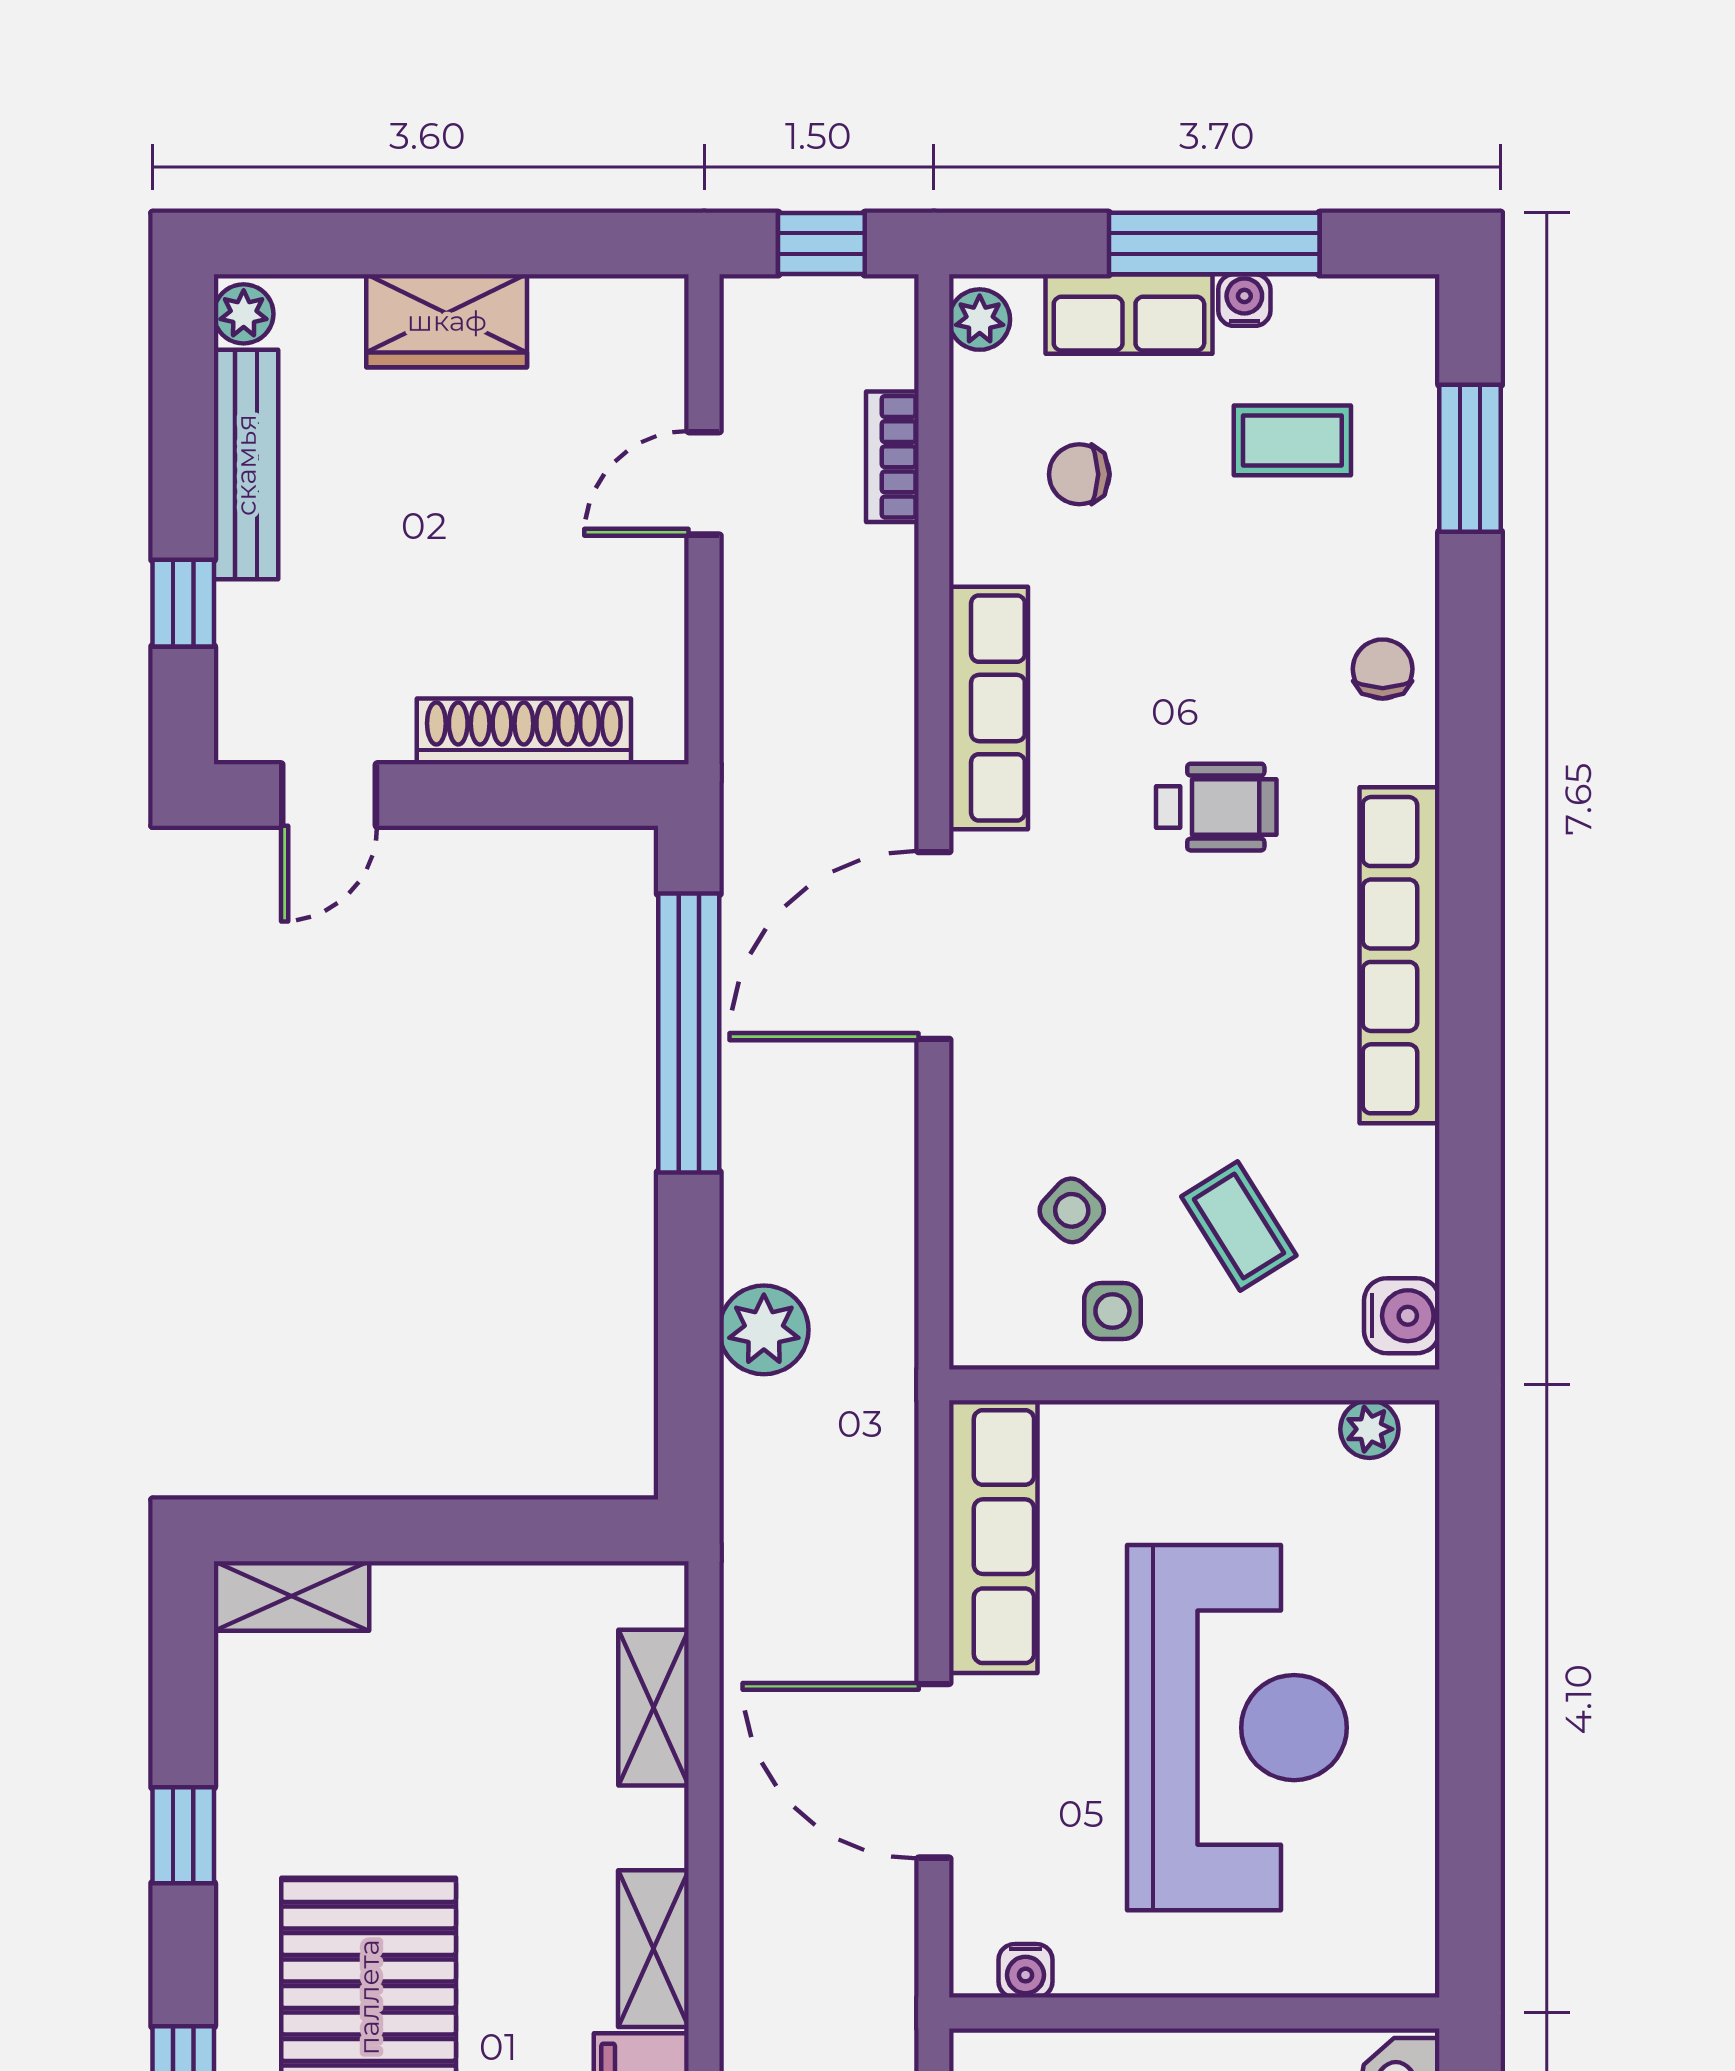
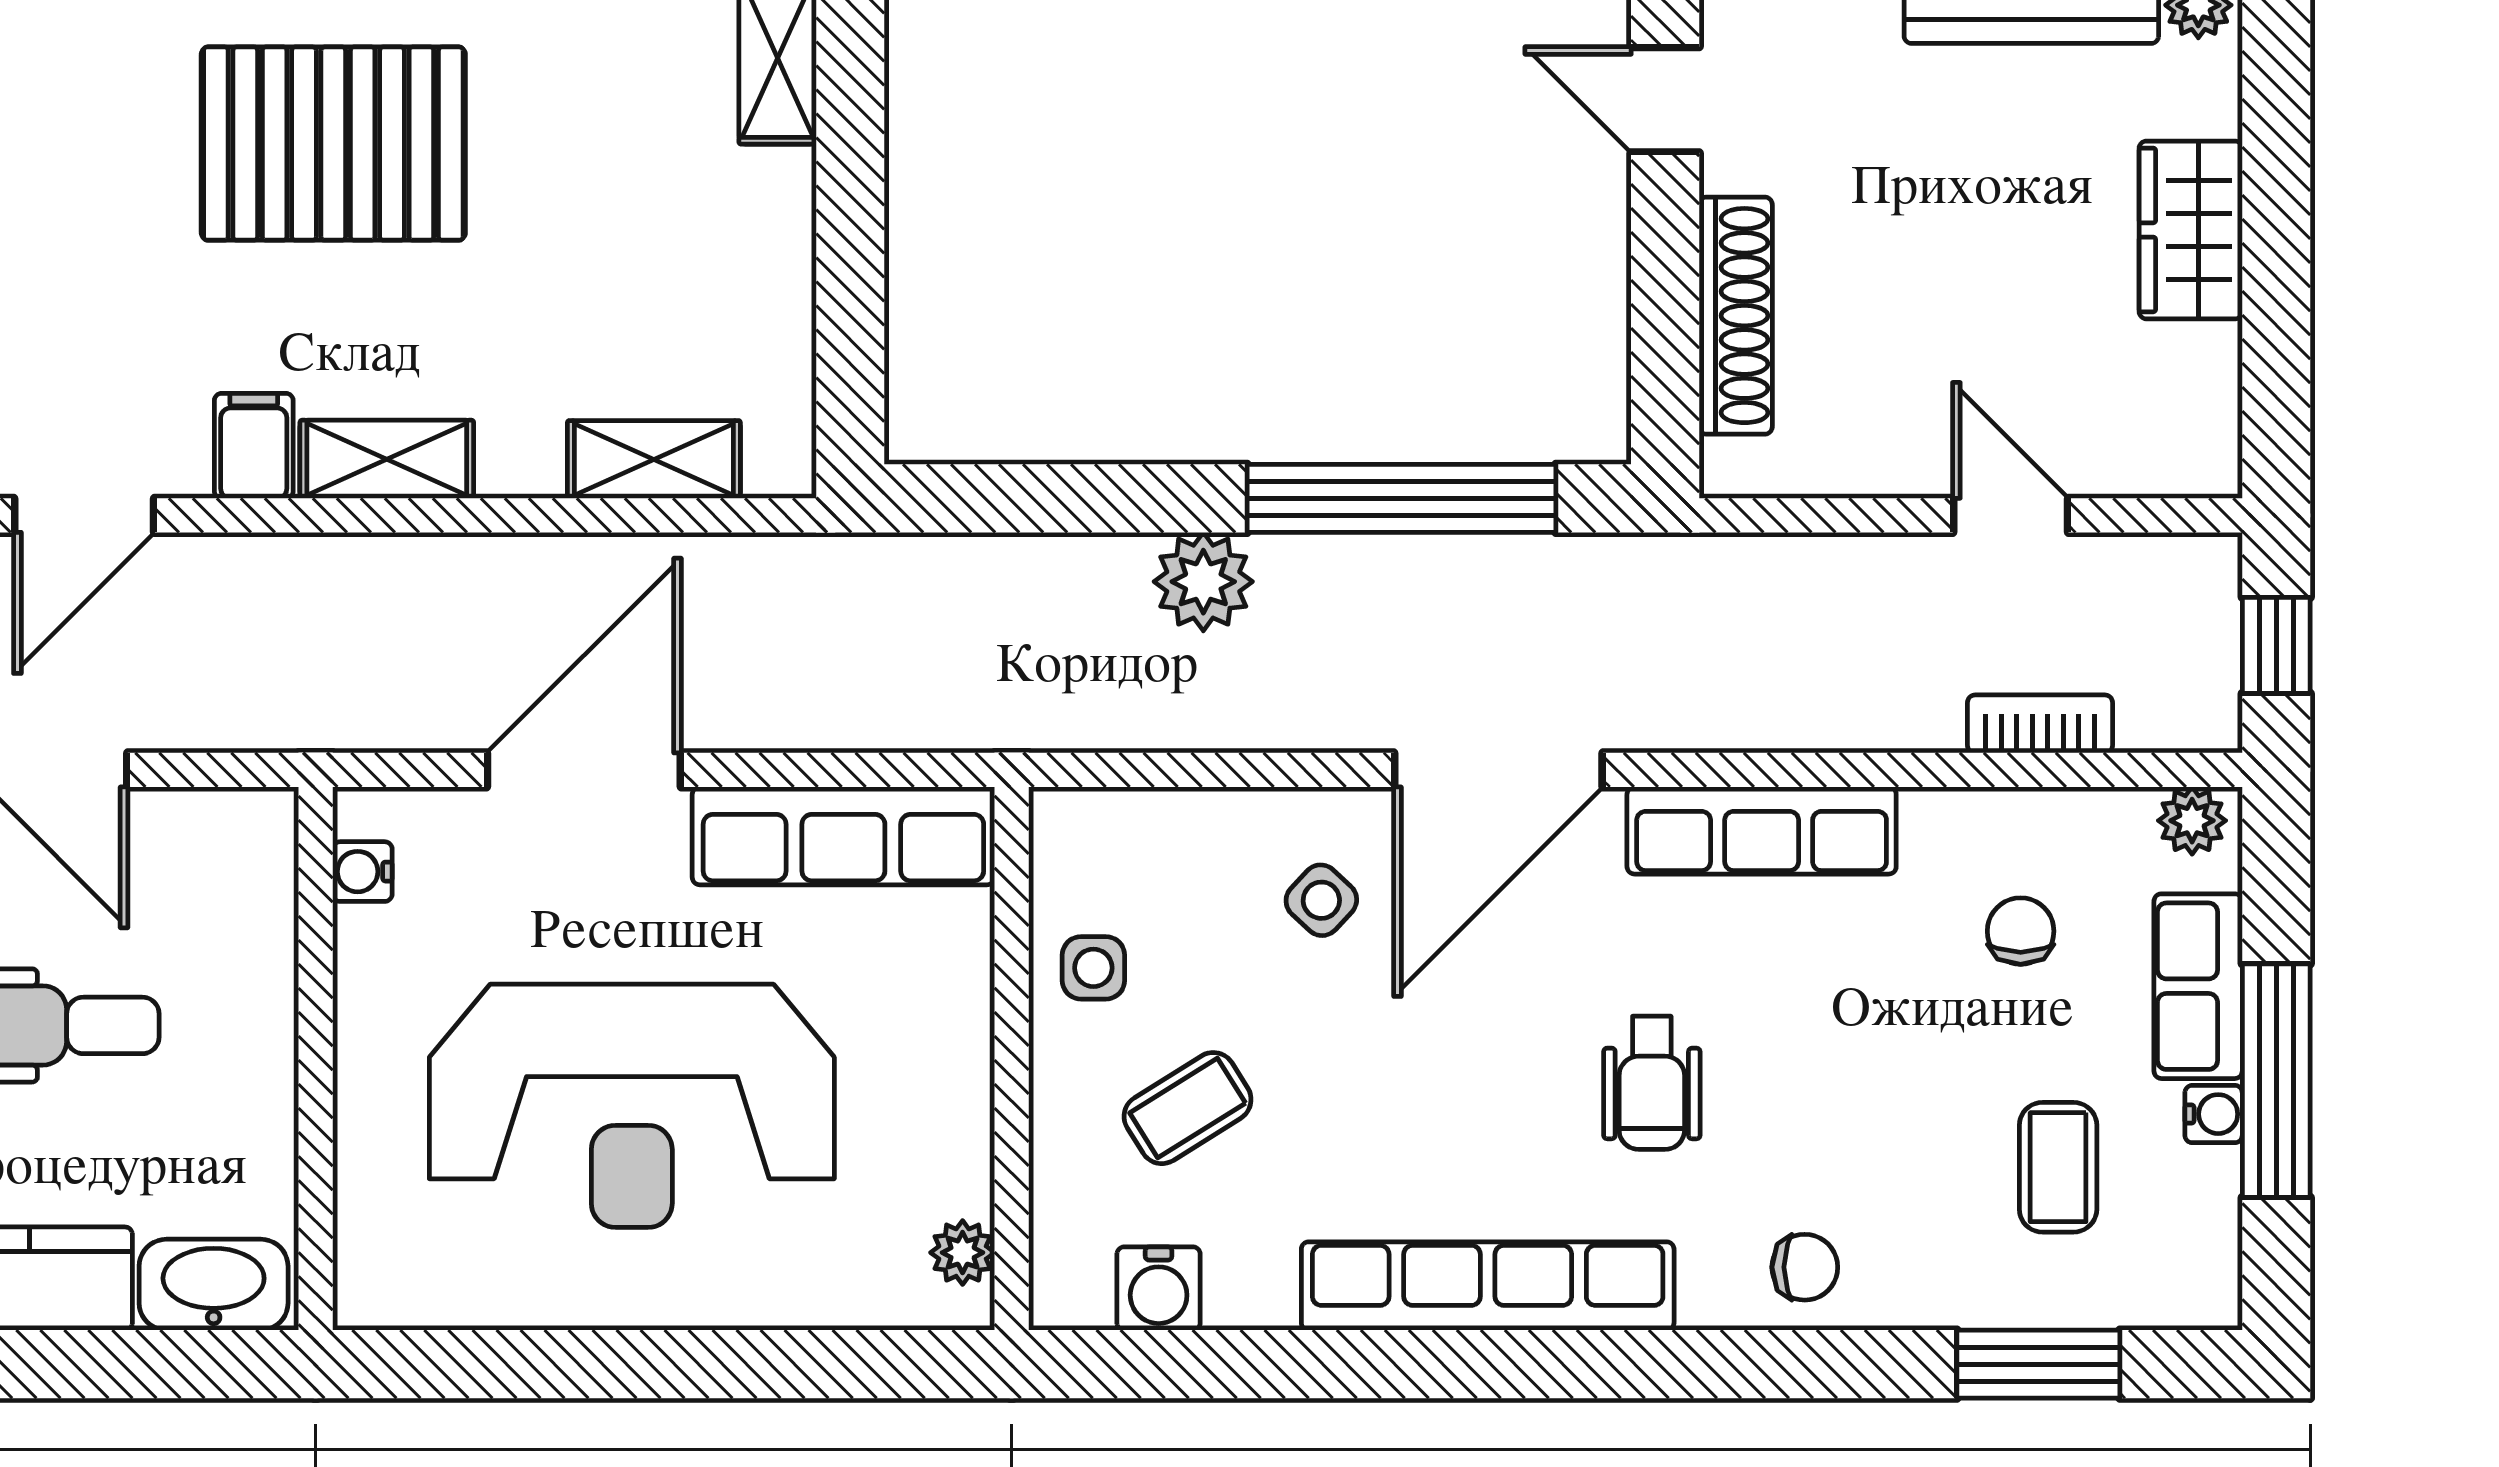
door: (934, 945) -> (1498, 770), swing flipped
side table: (1072, 1210) -> (1321, 900), moved
water cooler: (1402, 1316) -> (1159, 1289), moved
plant: (764, 1330) -> (1203, 582), moved

